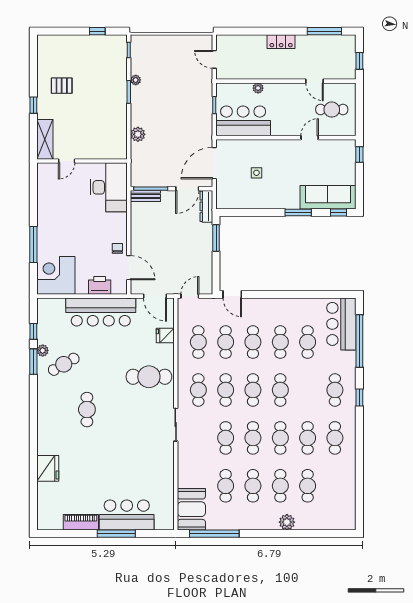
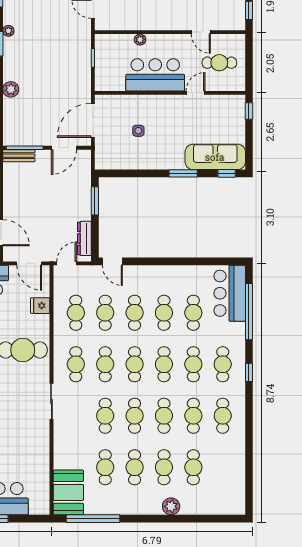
bar counter: (243, 121) -> (155, 75), moved
dresser: (206, 206) -> (84, 238), moved
cafe table: (308, 390) -> (193, 364), added

